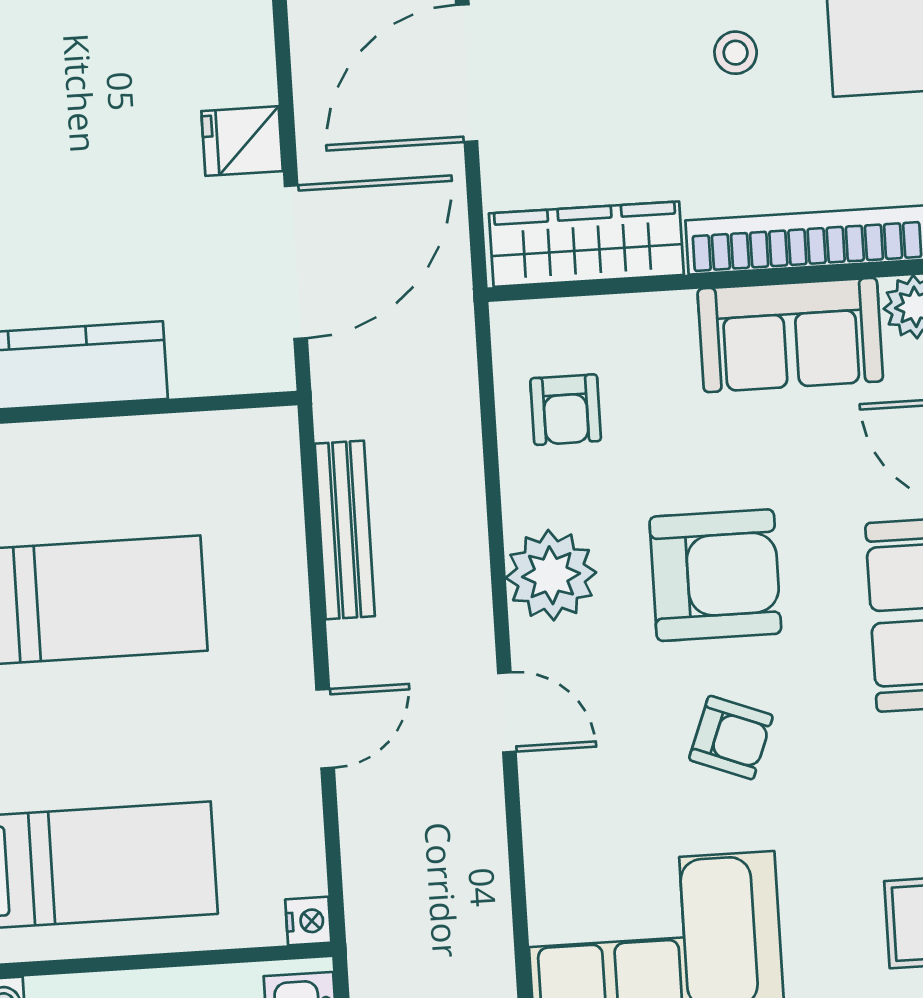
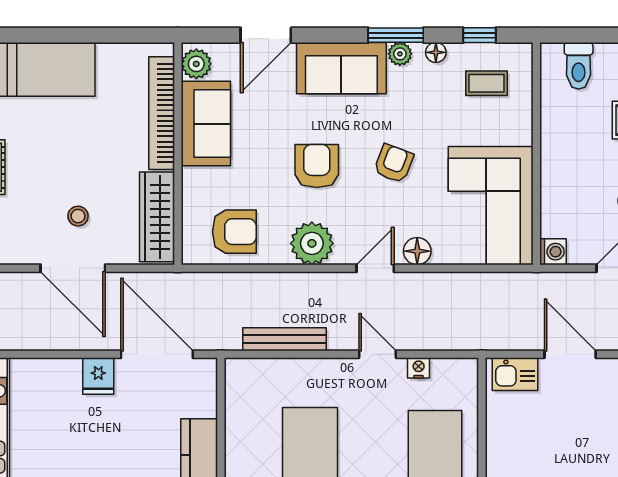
stool: (736, 53) -> (78, 216), moved
armchair: (566, 410) -> (234, 232), width x1.38, depth x1.38
armchair: (715, 575) -> (317, 166), width x0.73, depth x0.73
floor lamp: (549, 799) -> (417, 251), added
nightstand: (308, 921) -> (419, 368), moved

